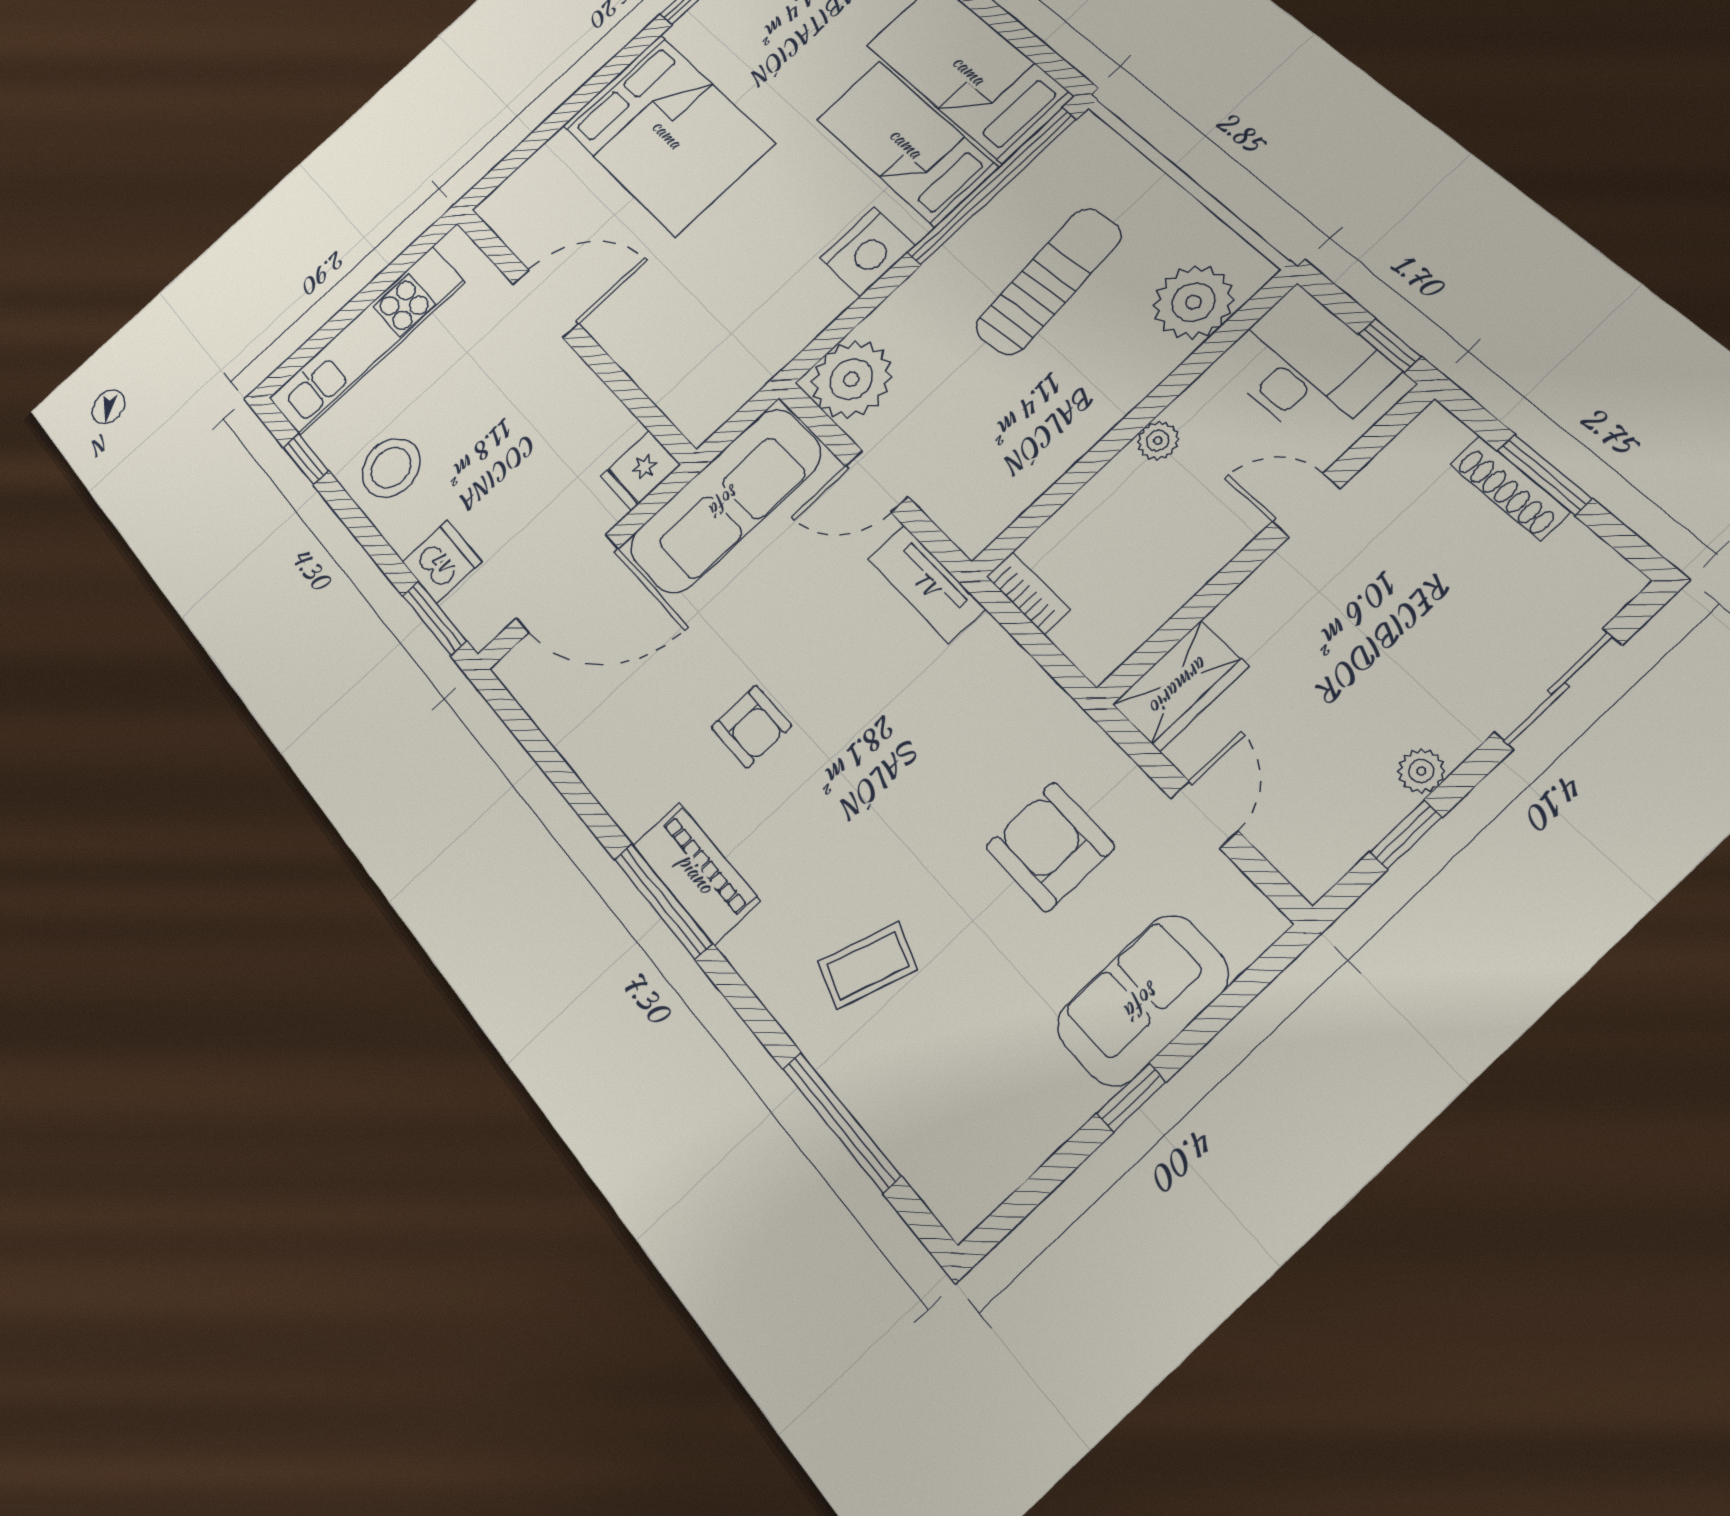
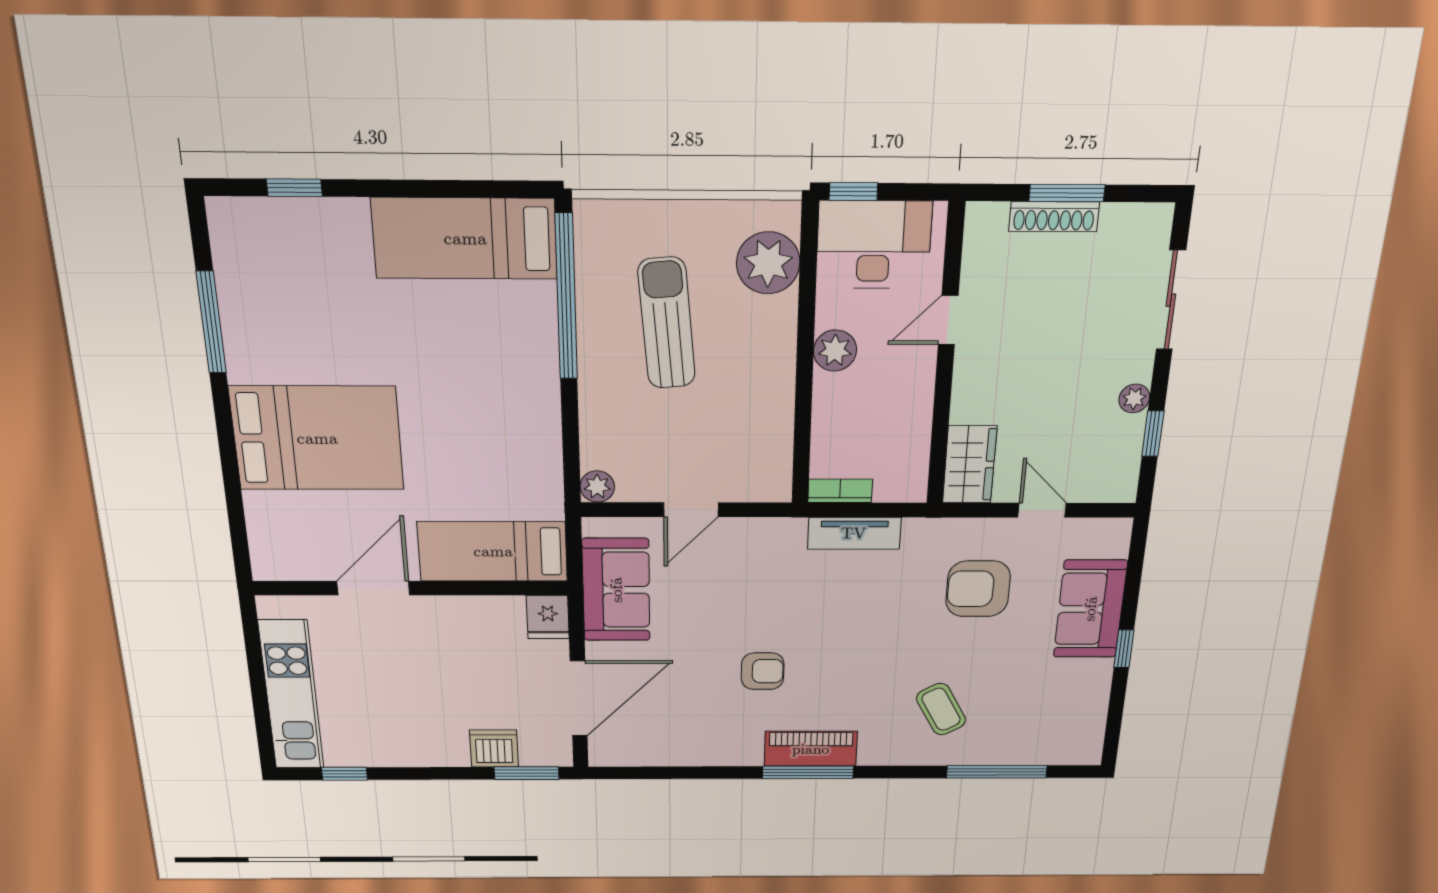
bed: (906, 143) -> (493, 551), moved
nightstand: (867, 252) -> (535, 398), removed
window: (1390, 345) -> (853, 192), moved
plant: (851, 379) -> (597, 487), width x0.53, depth x0.53
plant: (1158, 441) -> (835, 351), width x1.38, depth x1.38
stool: (391, 468) -> (400, 736), removed
sofa: (725, 500) -> (616, 590), width x0.73
tv unit: (926, 584) -> (854, 533), moved
coffee table: (868, 966) -> (941, 709), turned -47

